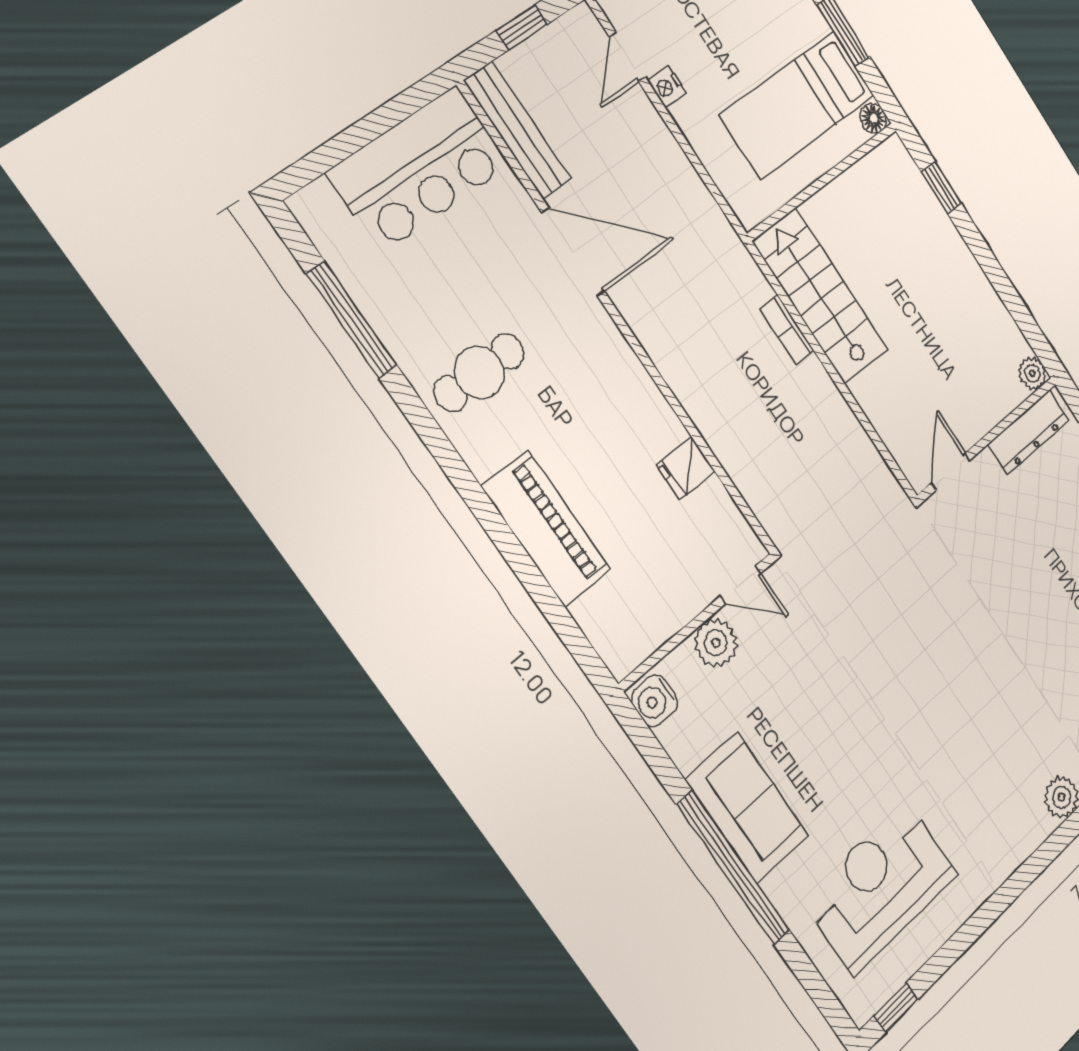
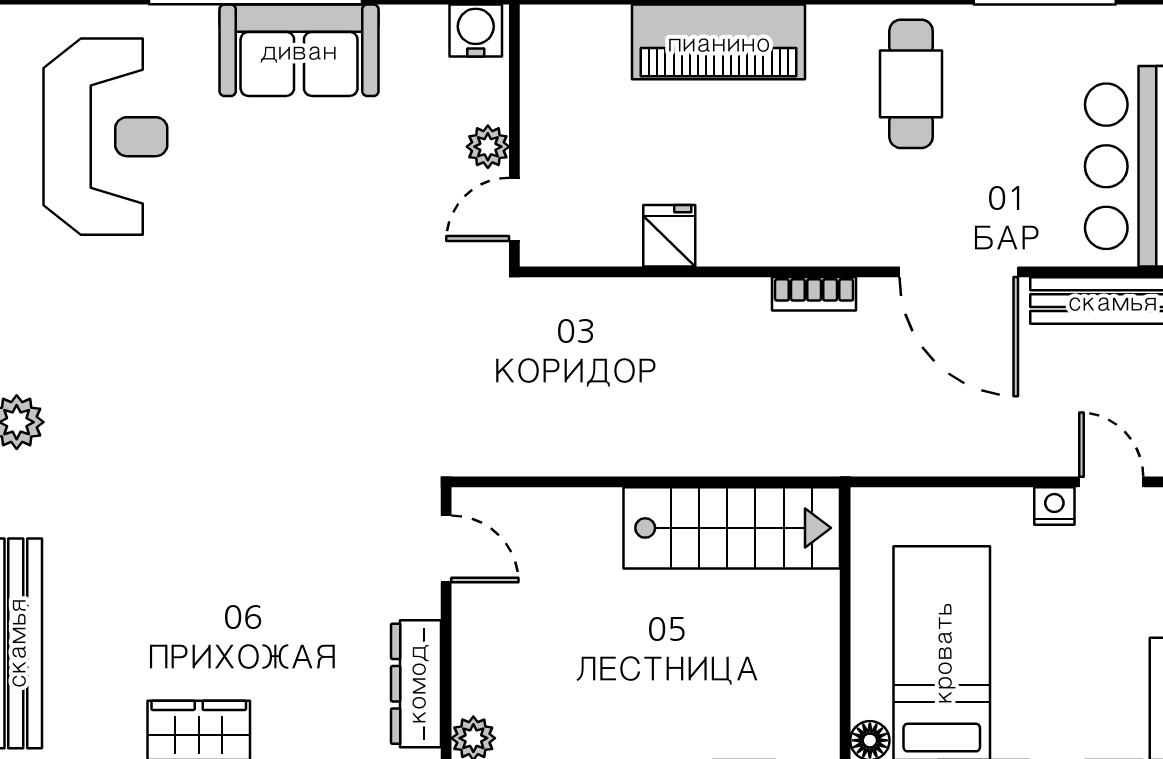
door: (573, 252) -> (959, 272), hinge flipped
bookcase: (787, 330) -> (814, 294), moved, turned 180
plant: (716, 643) -> (488, 147), width x0.73, depth x0.73

